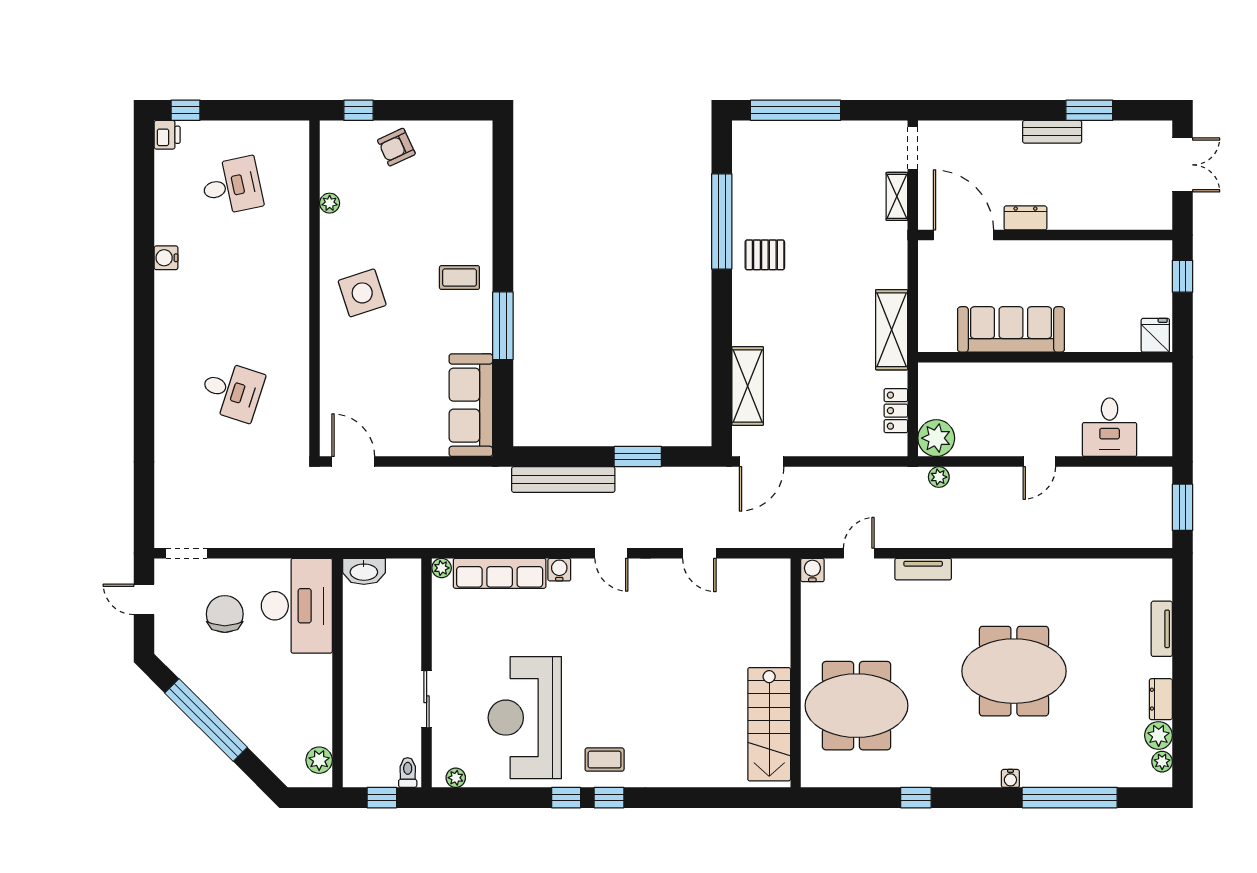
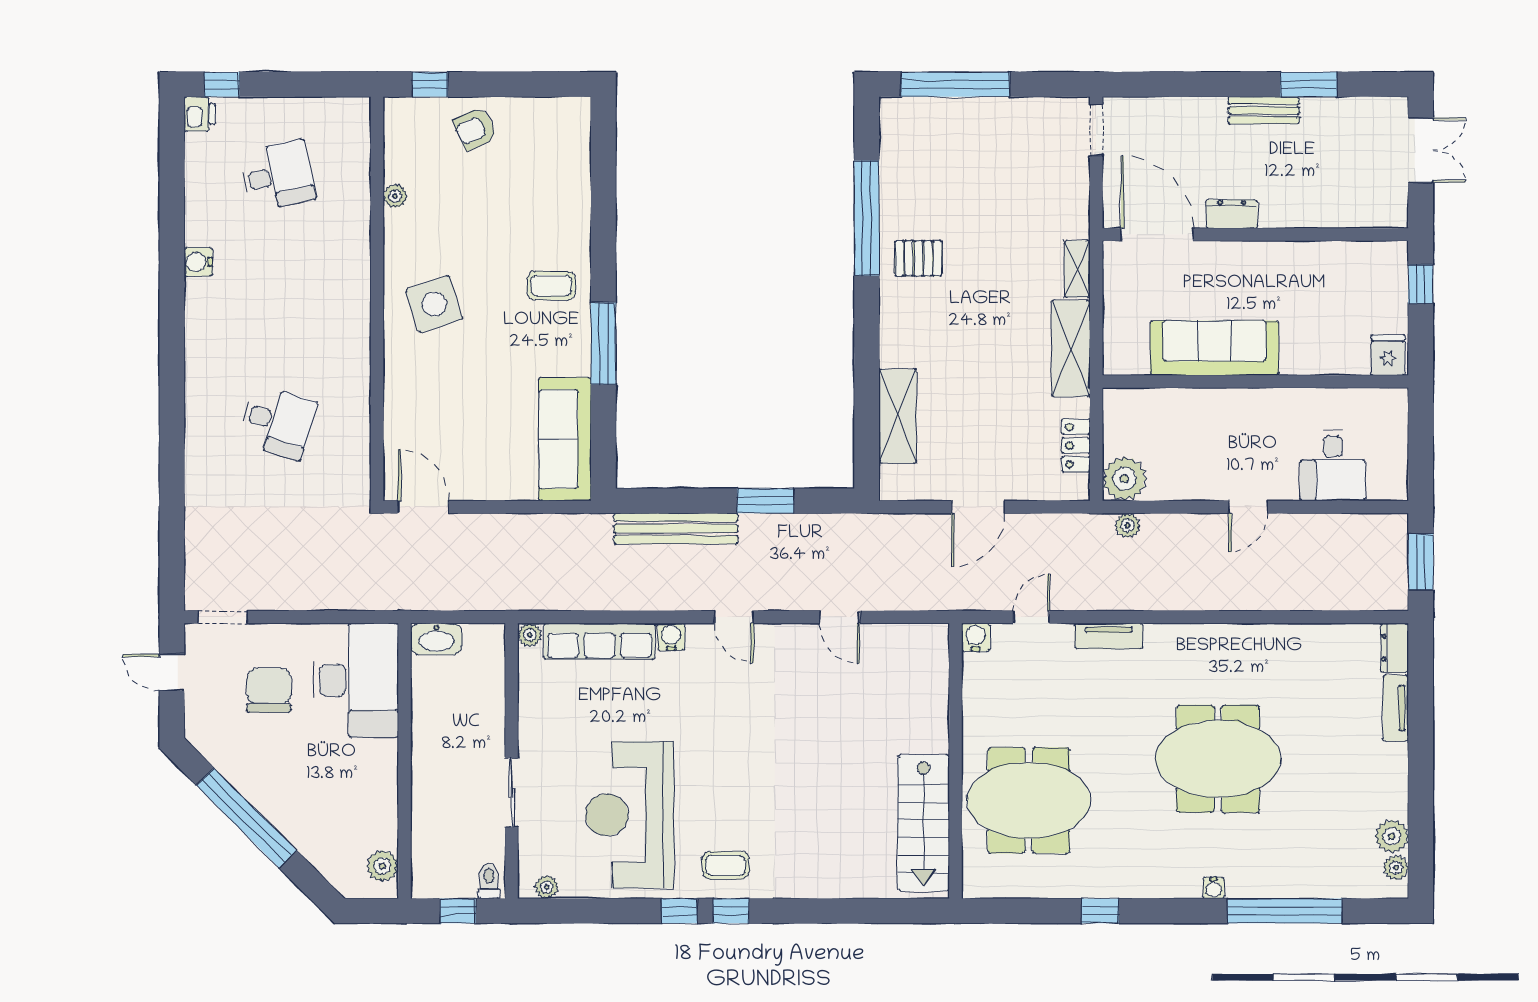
shelving: (897, 196) -> (1077, 269), moved
door: (762, 462) -> (978, 507), moved
dresser: (1161, 699) -> (1395, 648), moved

